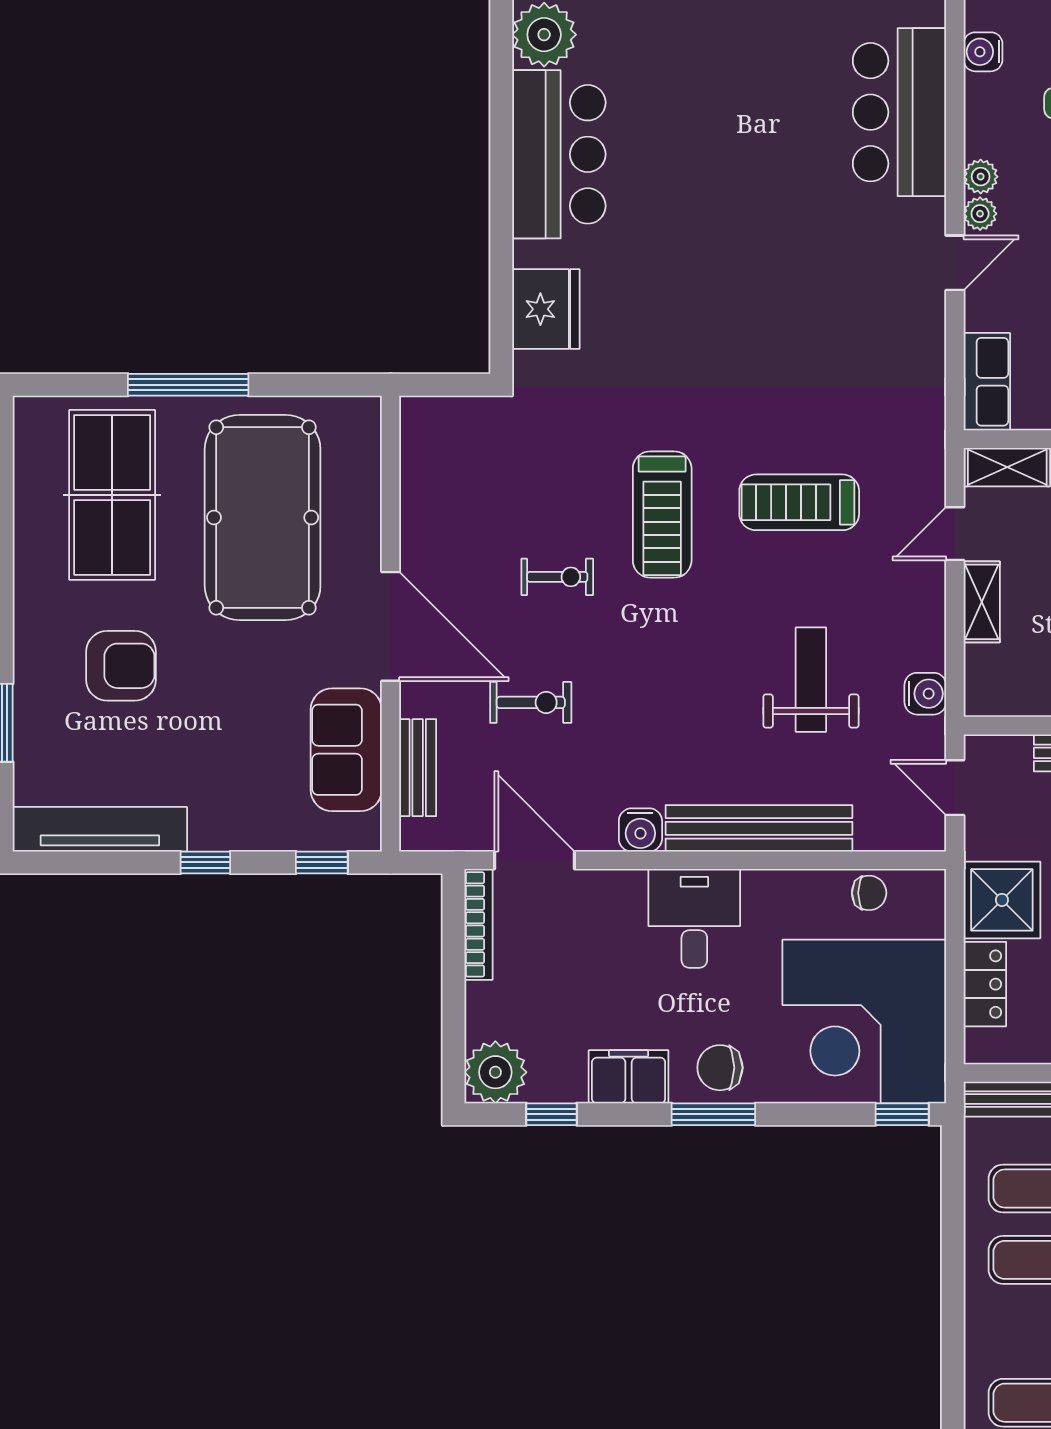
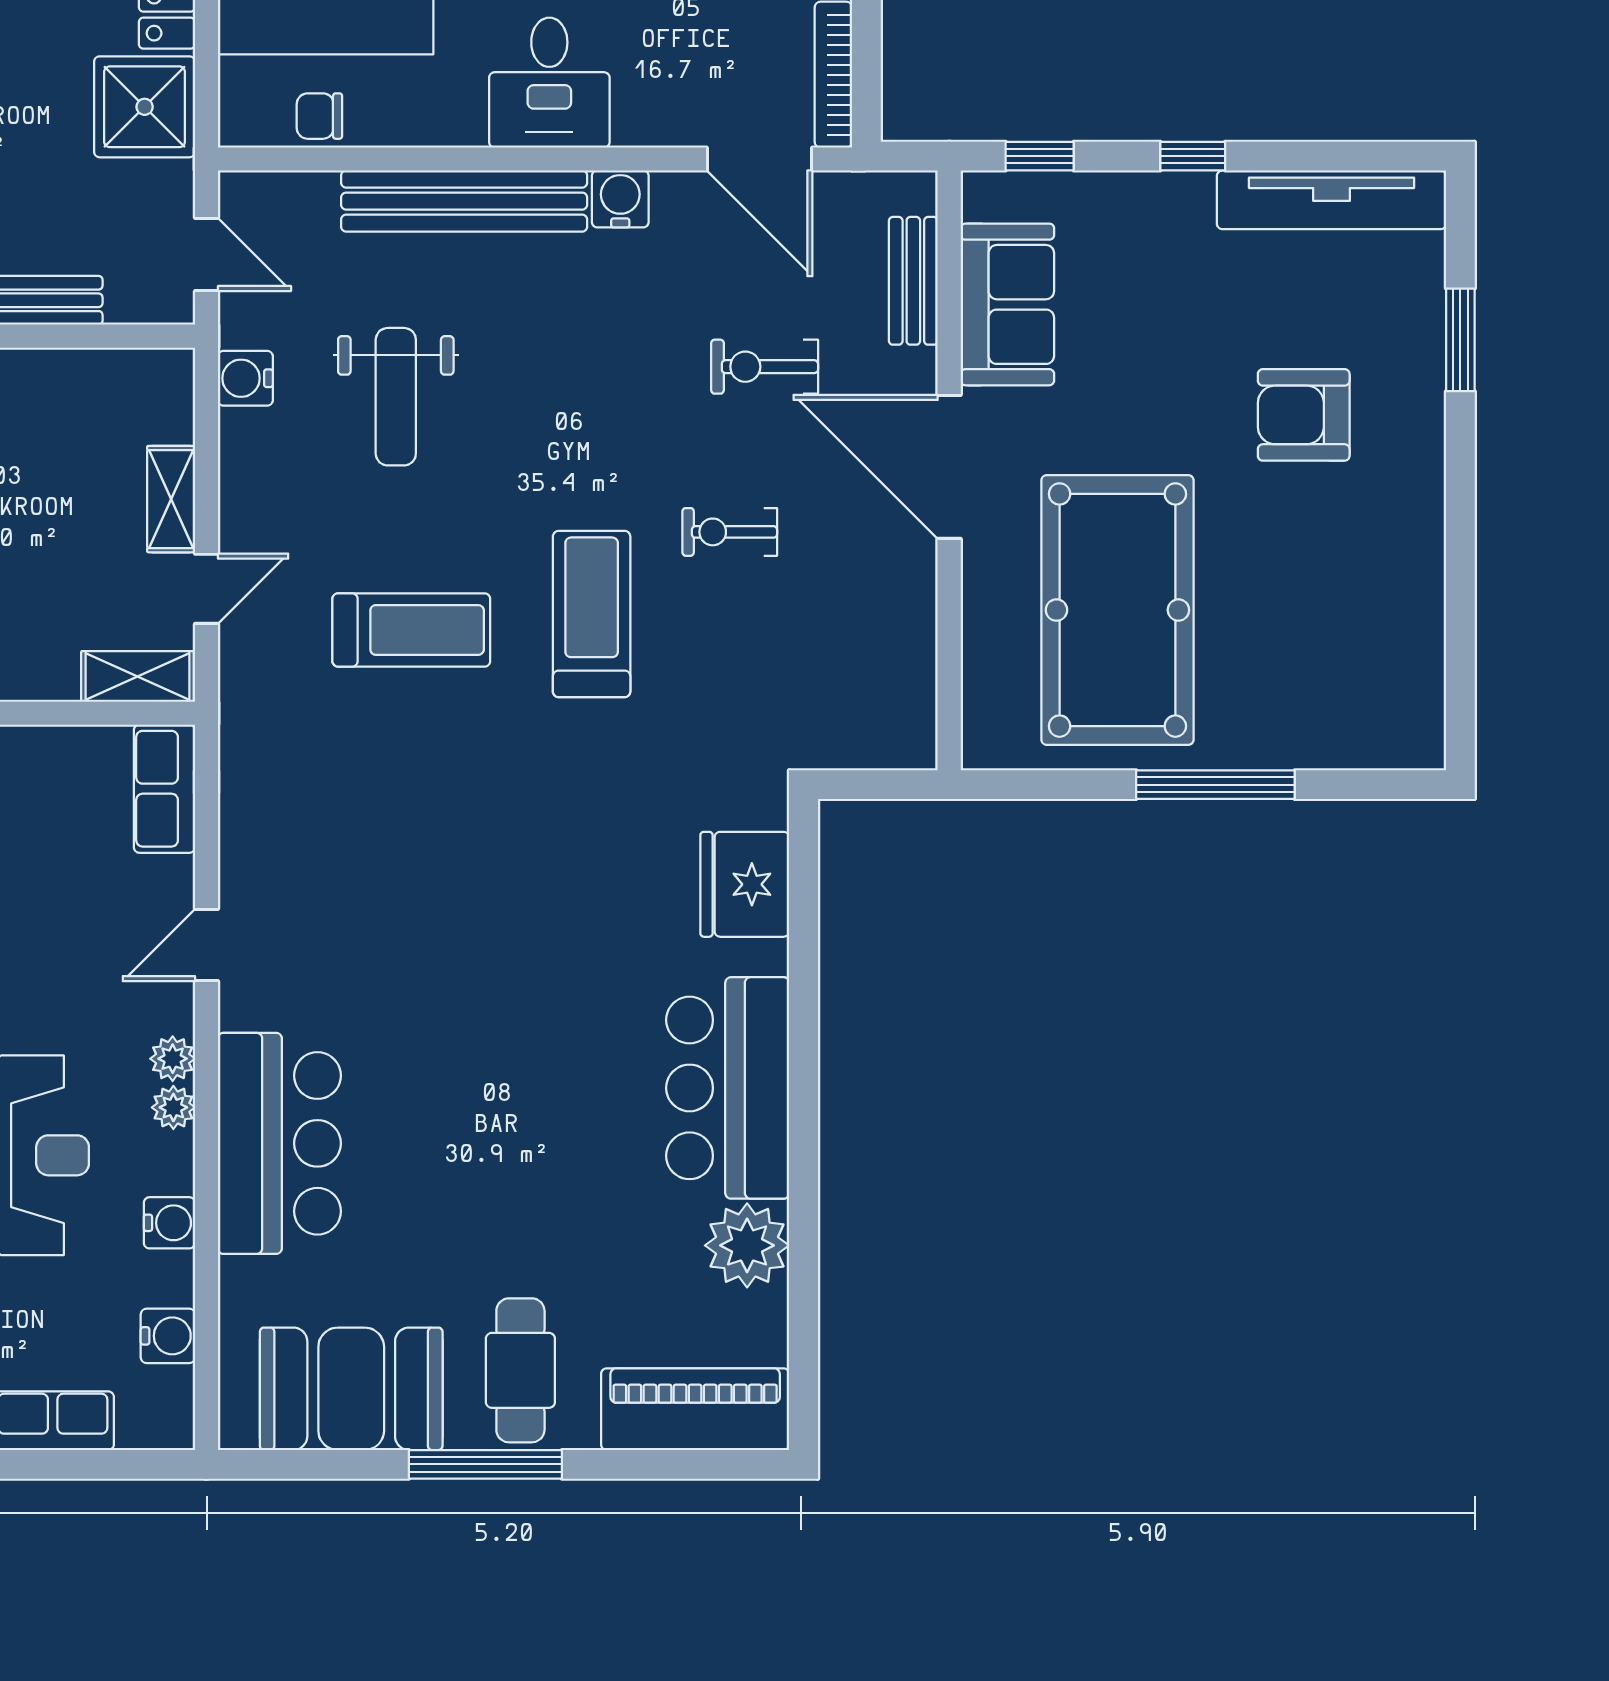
plant: (980, 214) -> (173, 1107), moved
table tennis table: (112, 495) -> (1315, 640), removed

